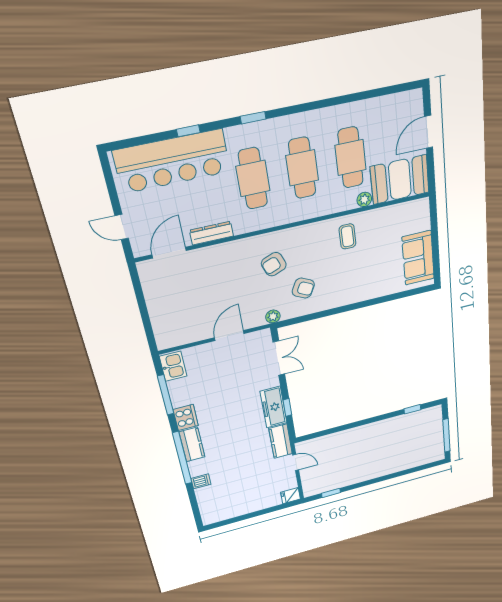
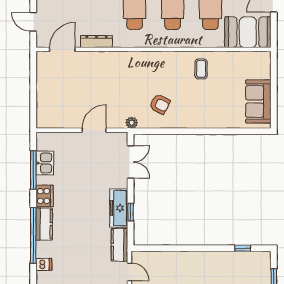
plant: (364, 199) -> (218, 42), removed
armchair: (274, 264) -> (139, 78), removed
kitchen sink: (173, 366) -> (45, 163), moved

